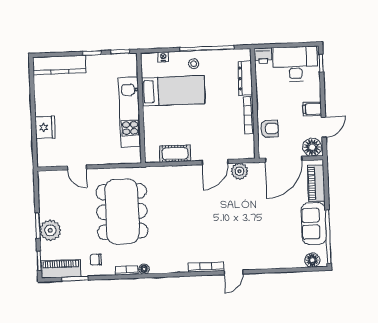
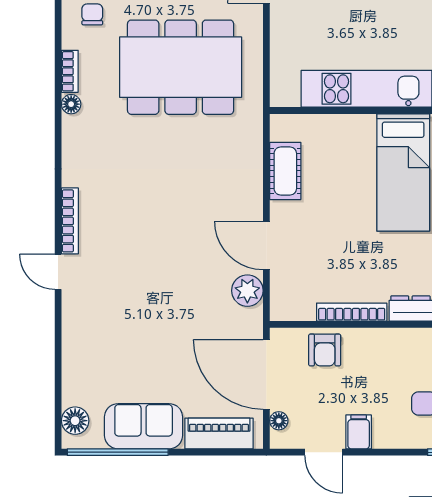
floor lamp: (312, 147) -> (279, 421), width x0.53, depth x0.53

